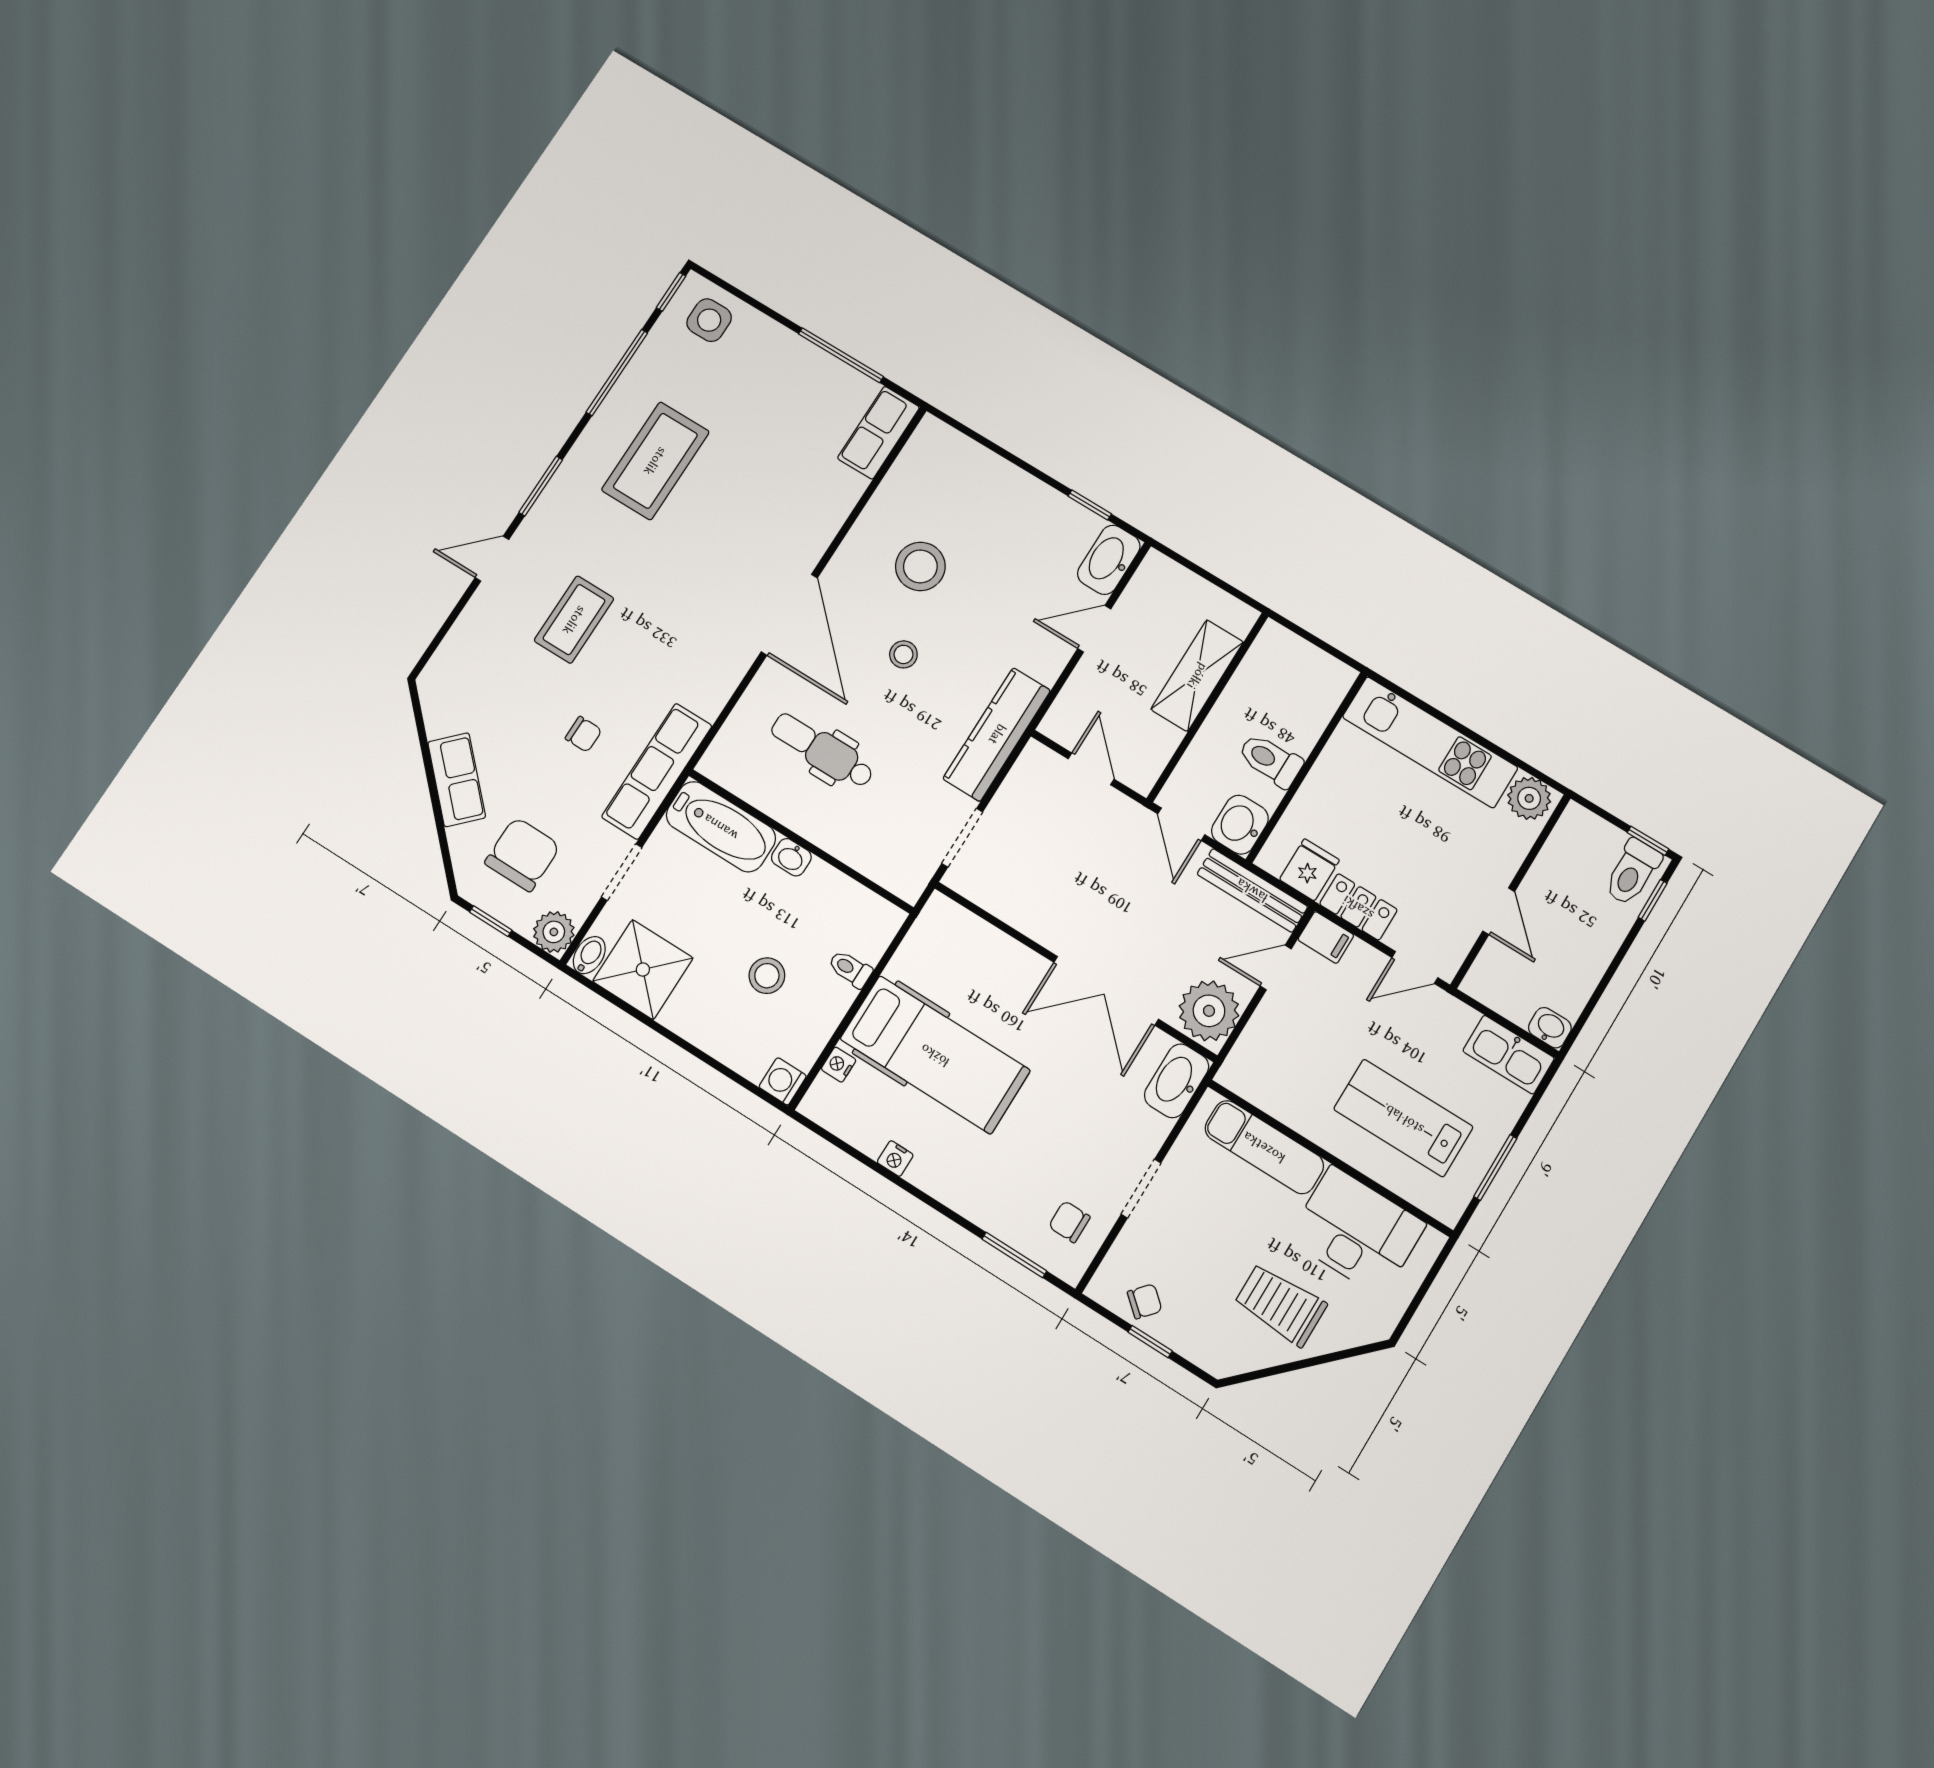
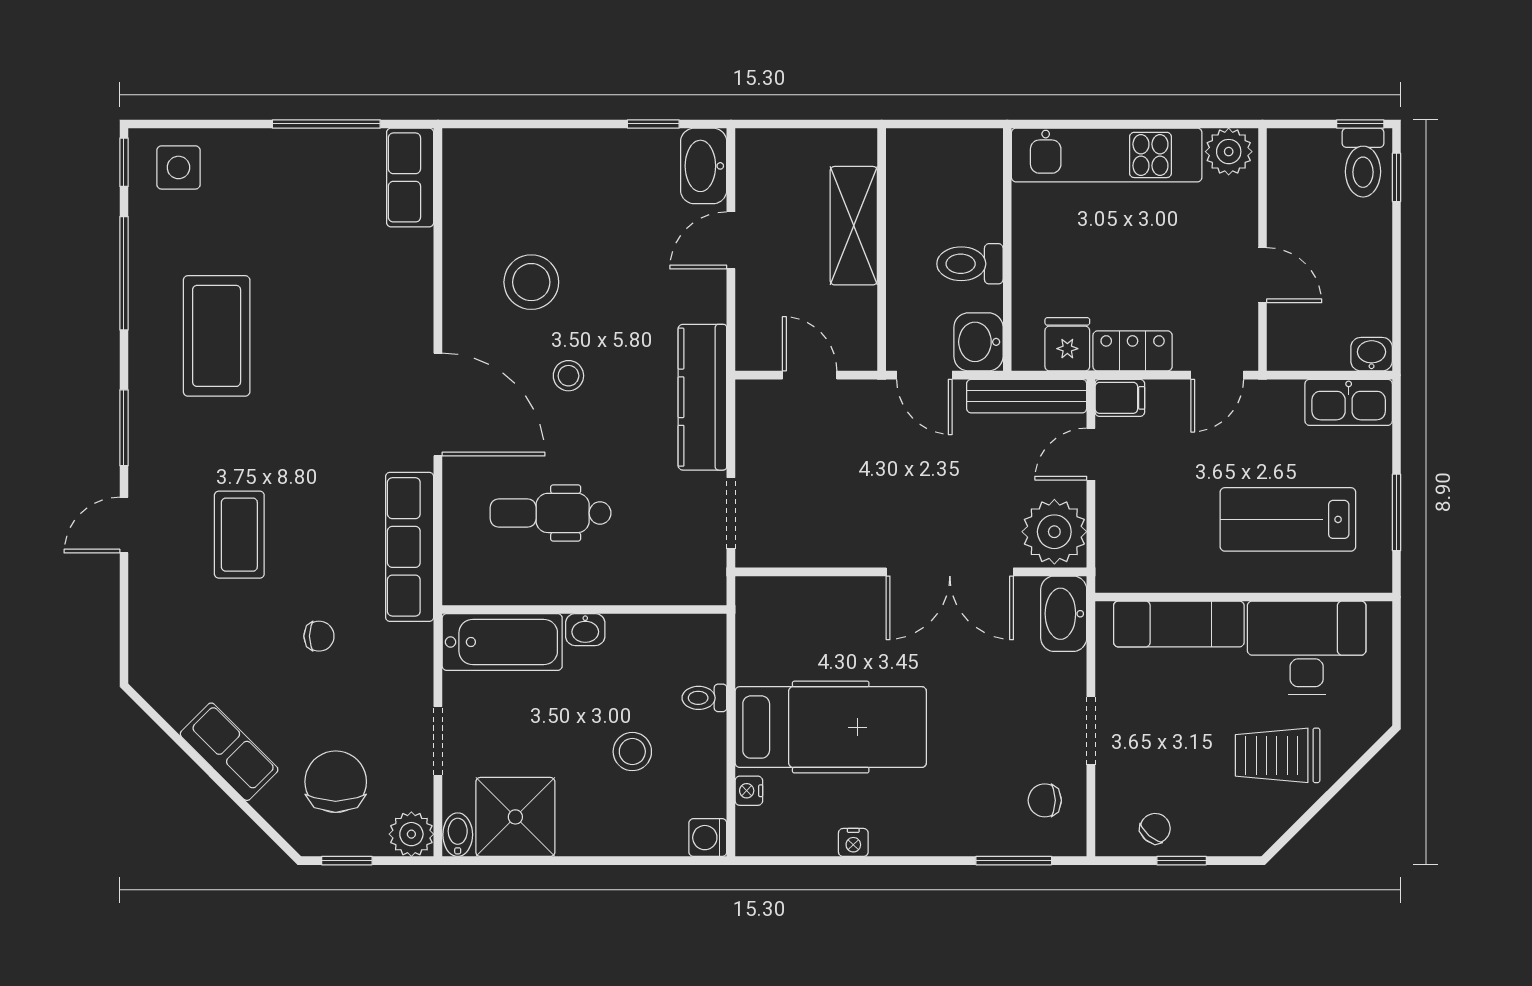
row of seats: (657, 771) -> (410, 547), moved

